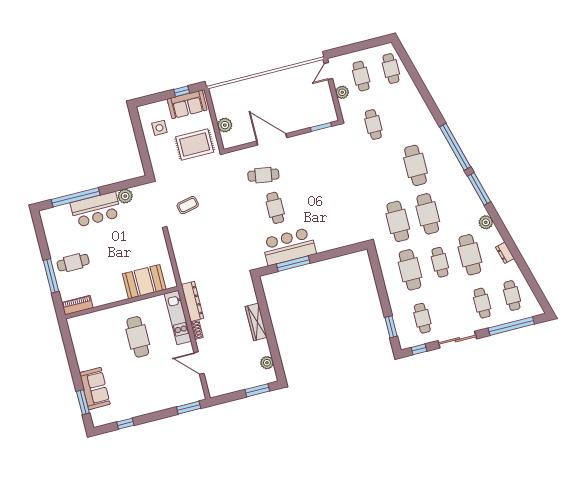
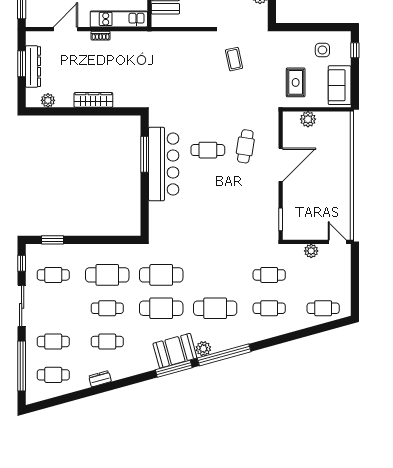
cafe table: (361, 76) -> (269, 308), moved
window: (182, 91) -> (355, 50), moved
rug: (195, 145) -> (296, 82), width x0.73, depth x0.70
booth: (463, 192) -> (175, 351), added
plant: (486, 222) -> (203, 349), moved
bar counter: (289, 247) -> (164, 164), width x1.36
cafe table: (470, 255) -> (107, 342), width x0.73, depth x0.74
dresser: (192, 301) -> (33, 67), moved, turned -90
window: (257, 390) -> (22, 64), moved

